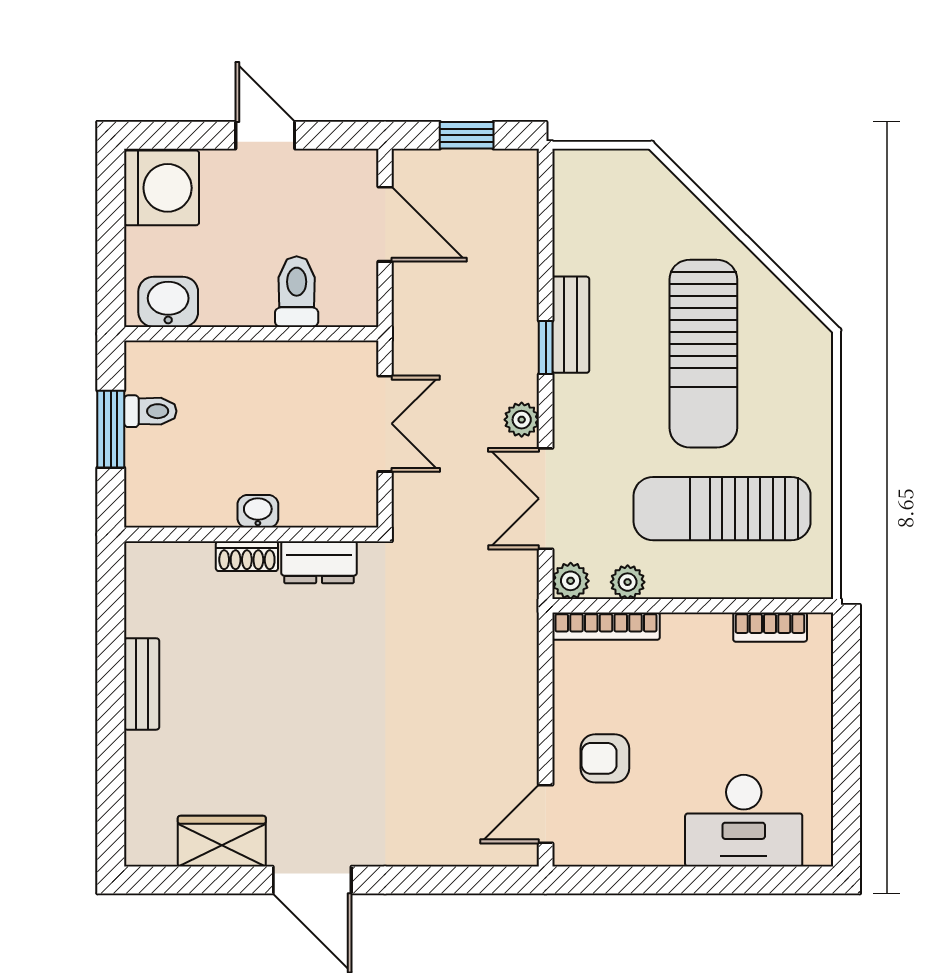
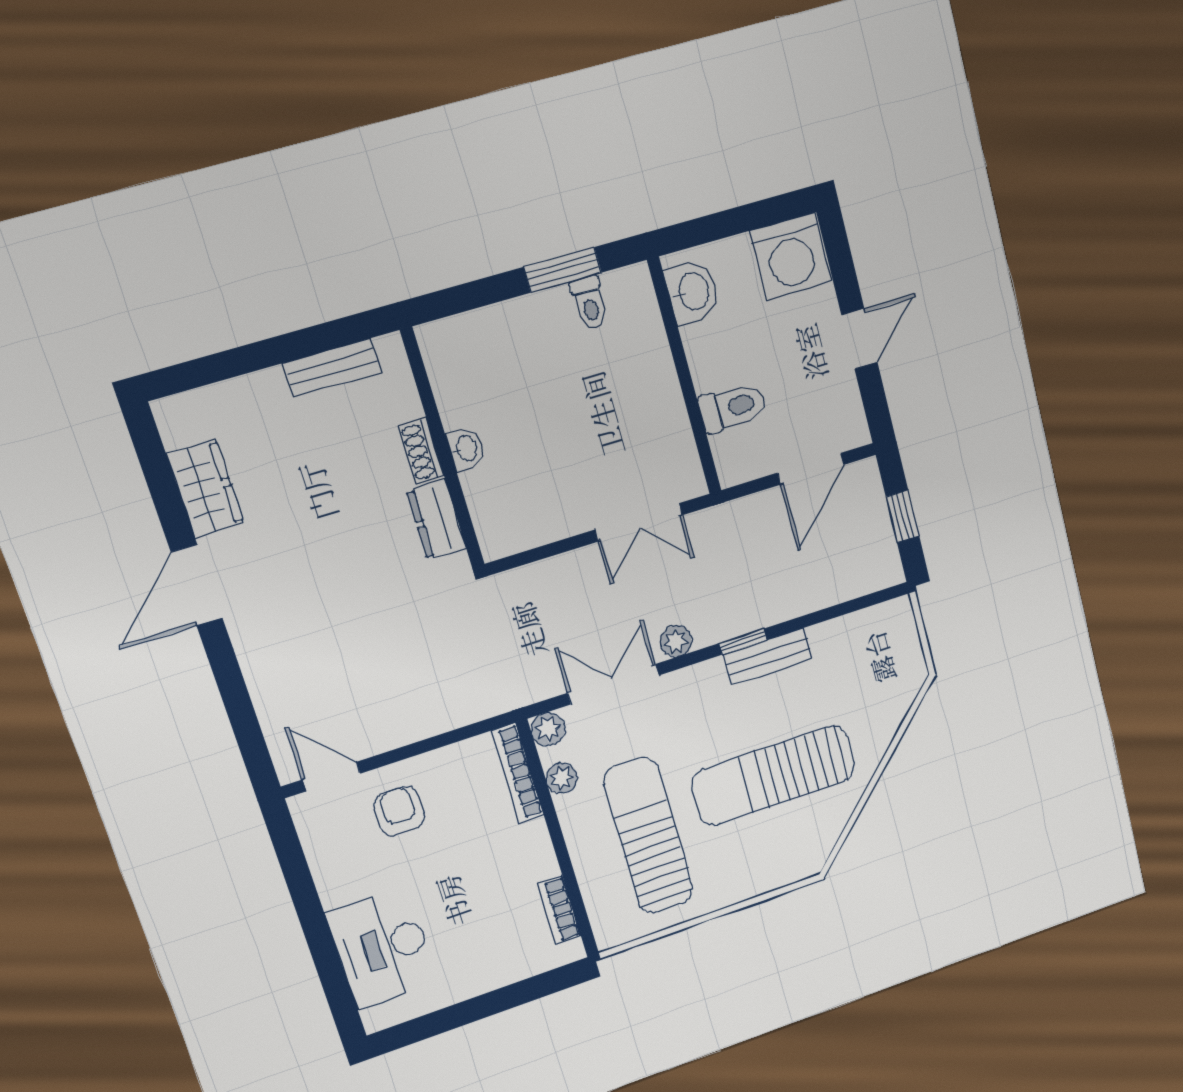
washbasin: (258, 511) -> (466, 449), moved
wall: (251, 534) -> (443, 449), moved
shoe rack: (247, 556) -> (421, 451), moved
dresser: (319, 562) -> (436, 519), moved

